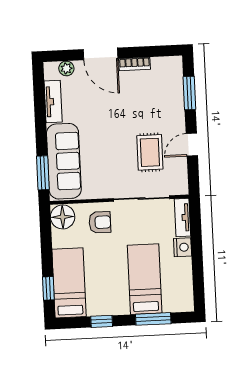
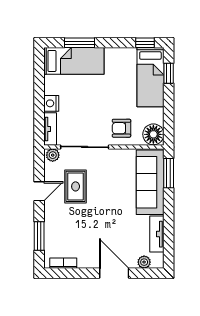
bookcase: (135, 64) -> (63, 263), moved
plant: (178, 187) -> (53, 155), added
bed: (145, 279) -> (74, 61), moved, turned -90
window: (102, 321) -> (145, 43), moved

